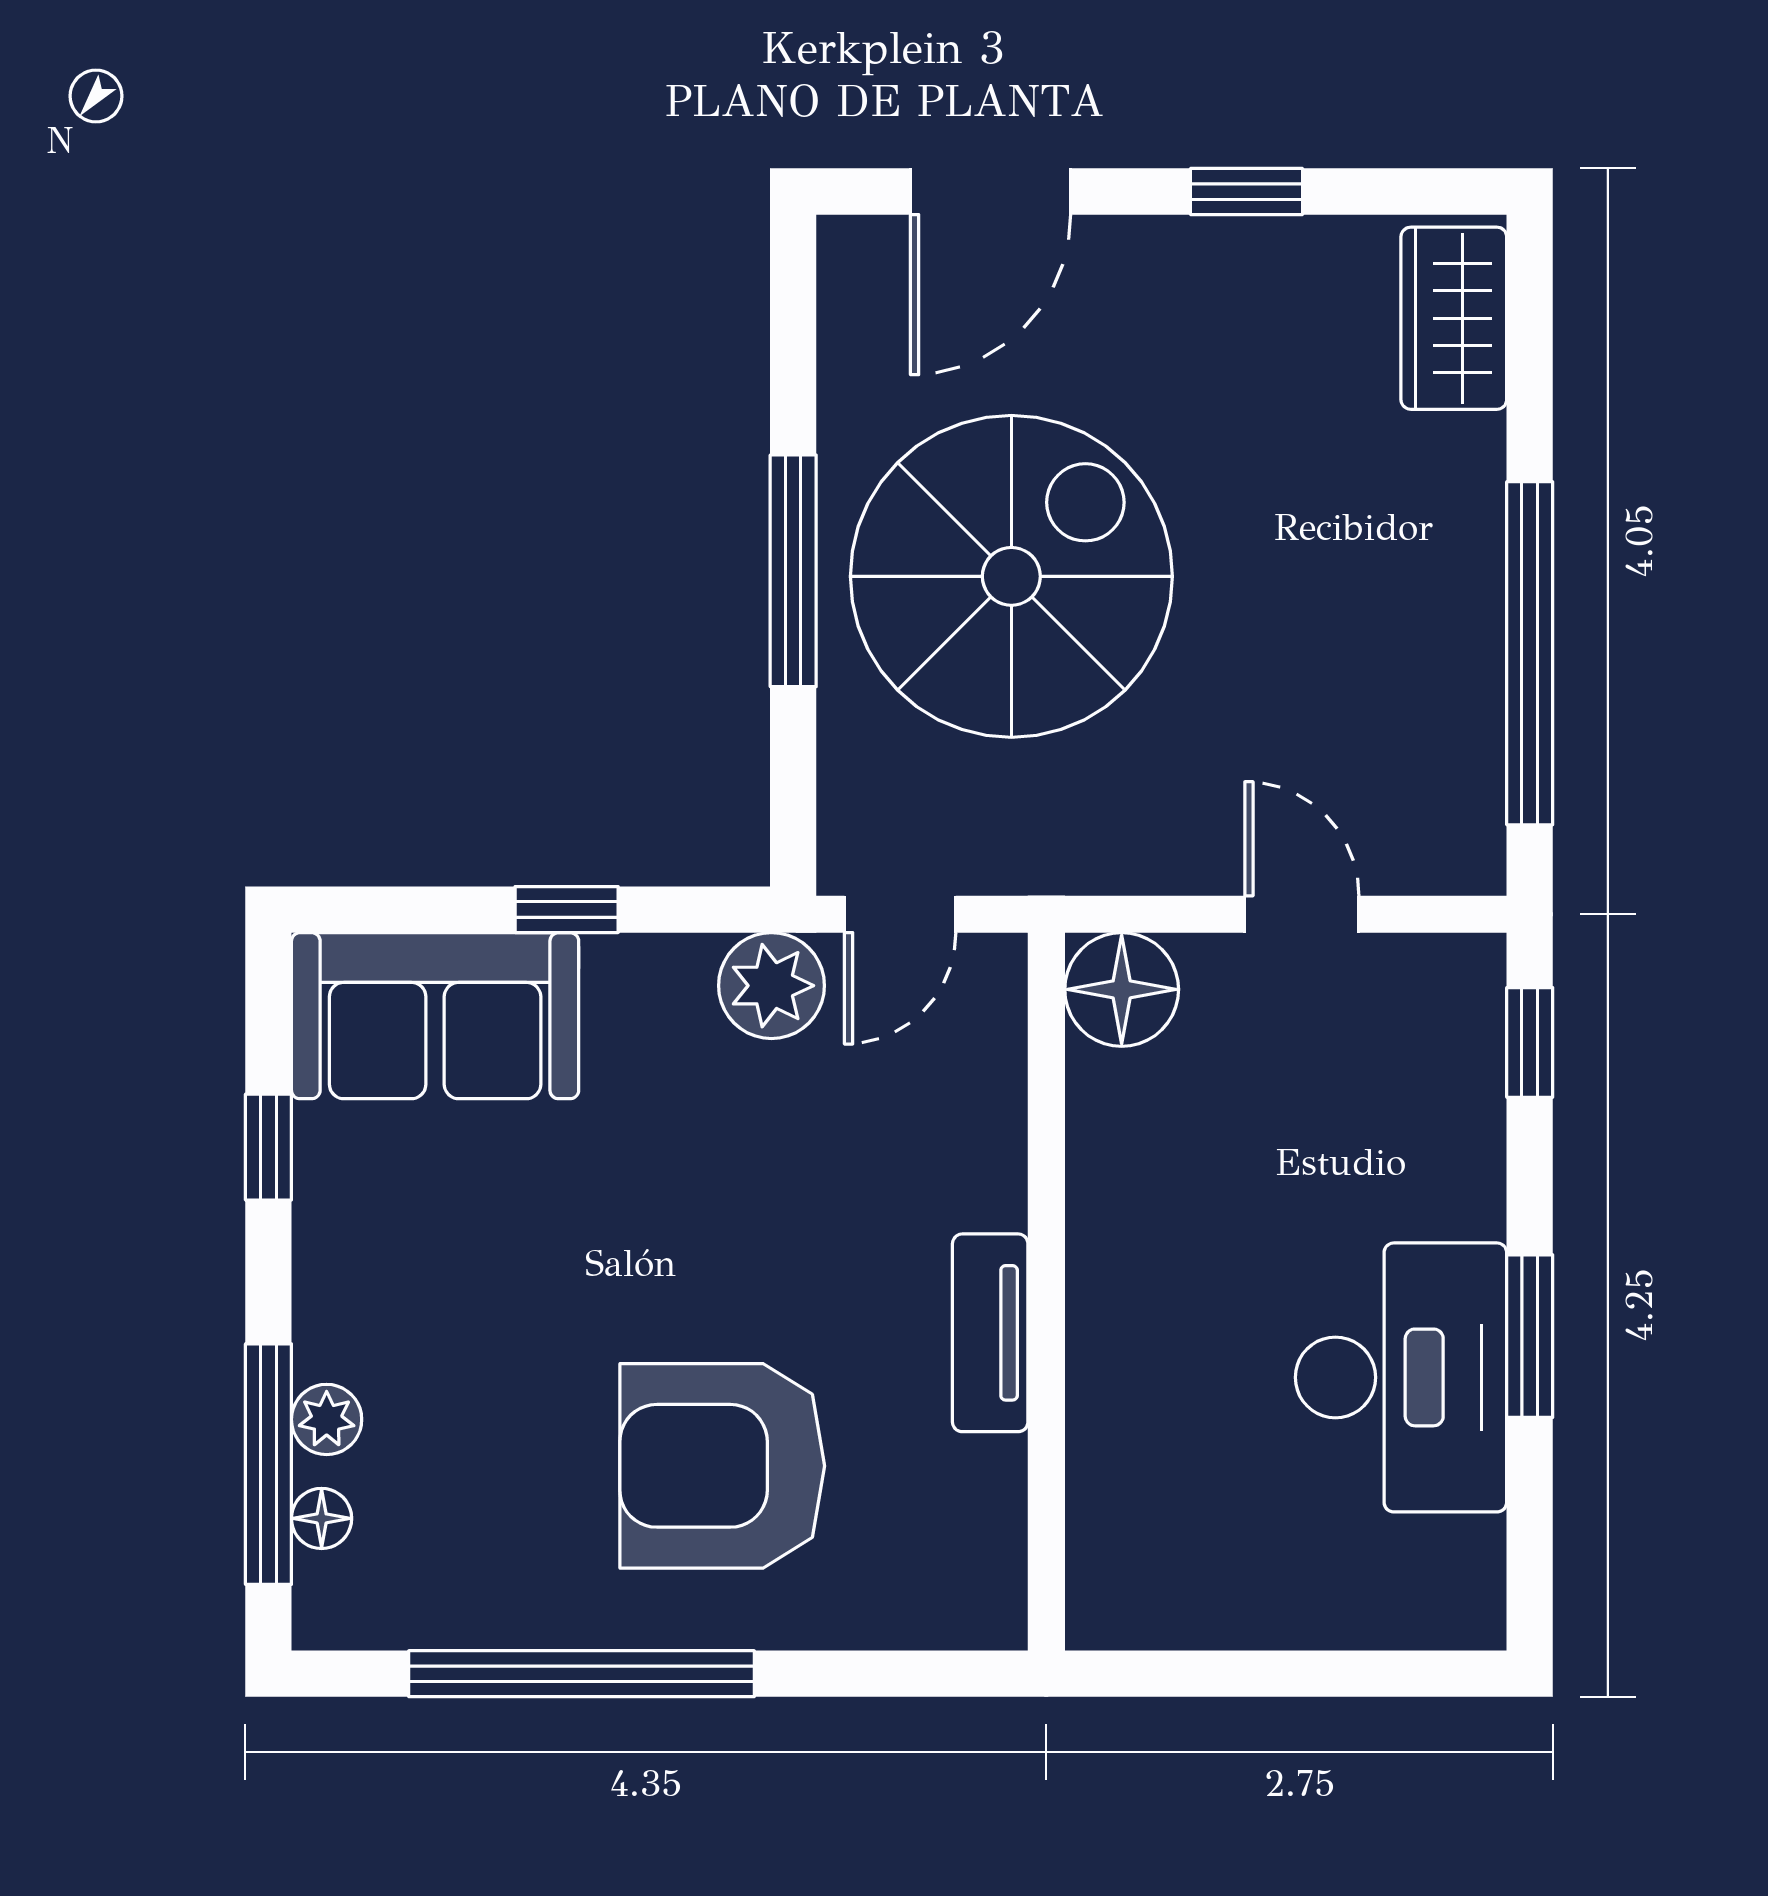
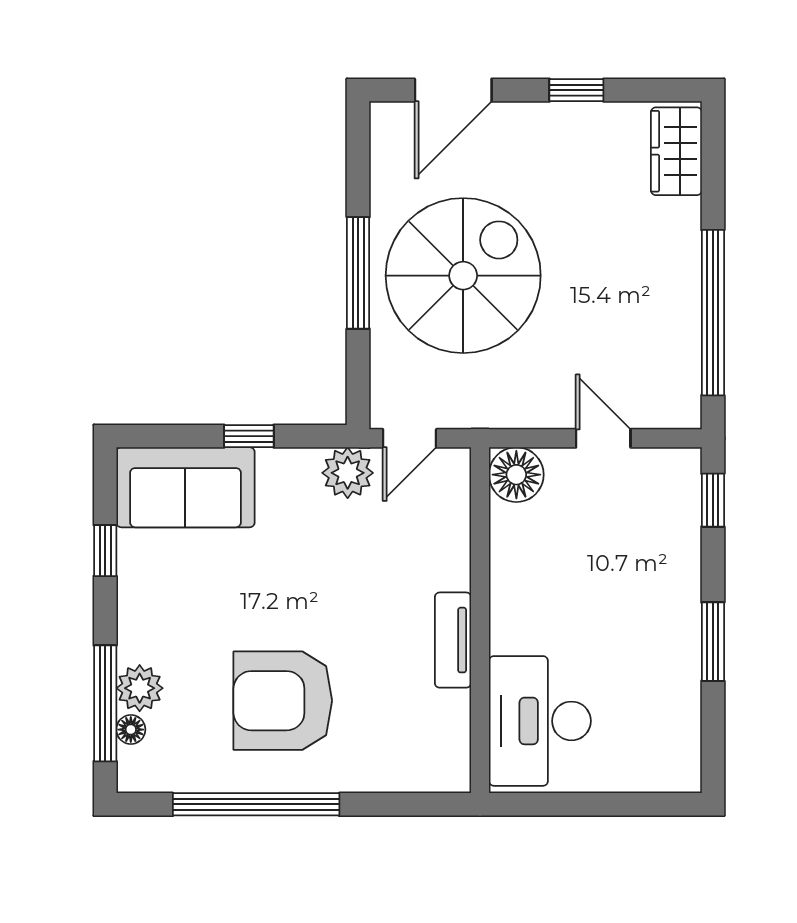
desk: (1401, 1377) -> (540, 721), moved, turned 180
plant: (327, 1419) -> (140, 688), width x1.38, depth x1.38
armchair: (722, 1466) -> (283, 701), moved

